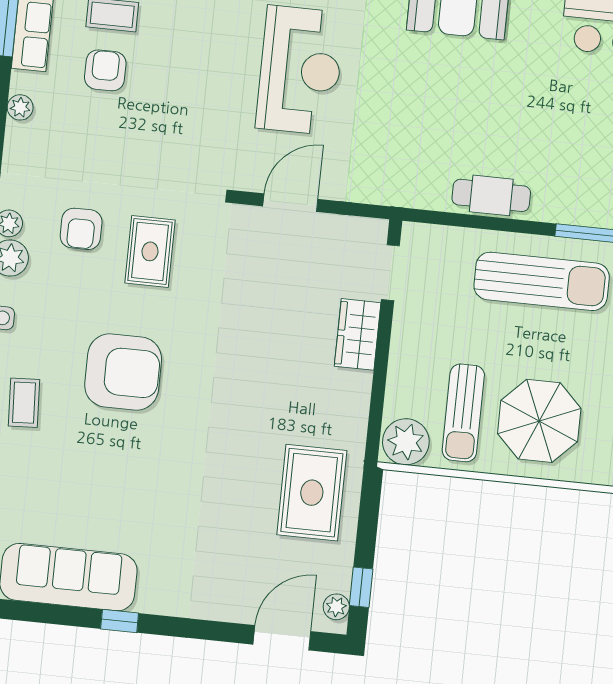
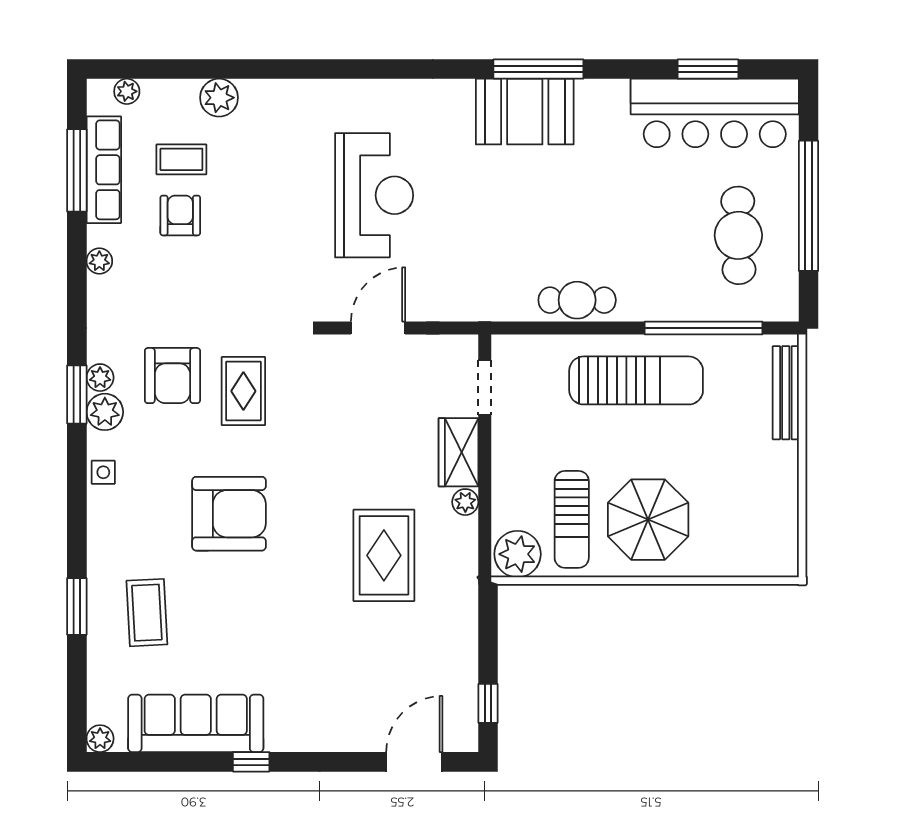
armchair: (81, 229) -> (172, 376), width x1.38, depth x1.38
coffee table: (24, 403) -> (147, 613), moved, width x1.36, depth x1.30
rug: (312, 493) -> (384, 555), moved
plant: (336, 607) -> (465, 502), moved

